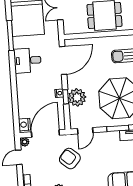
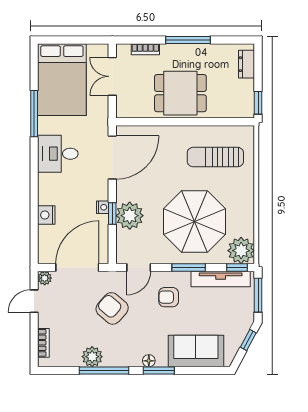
nightstand: (24, 125) -> (46, 215), moved
armchair: (106, 149) -> (169, 297), added

